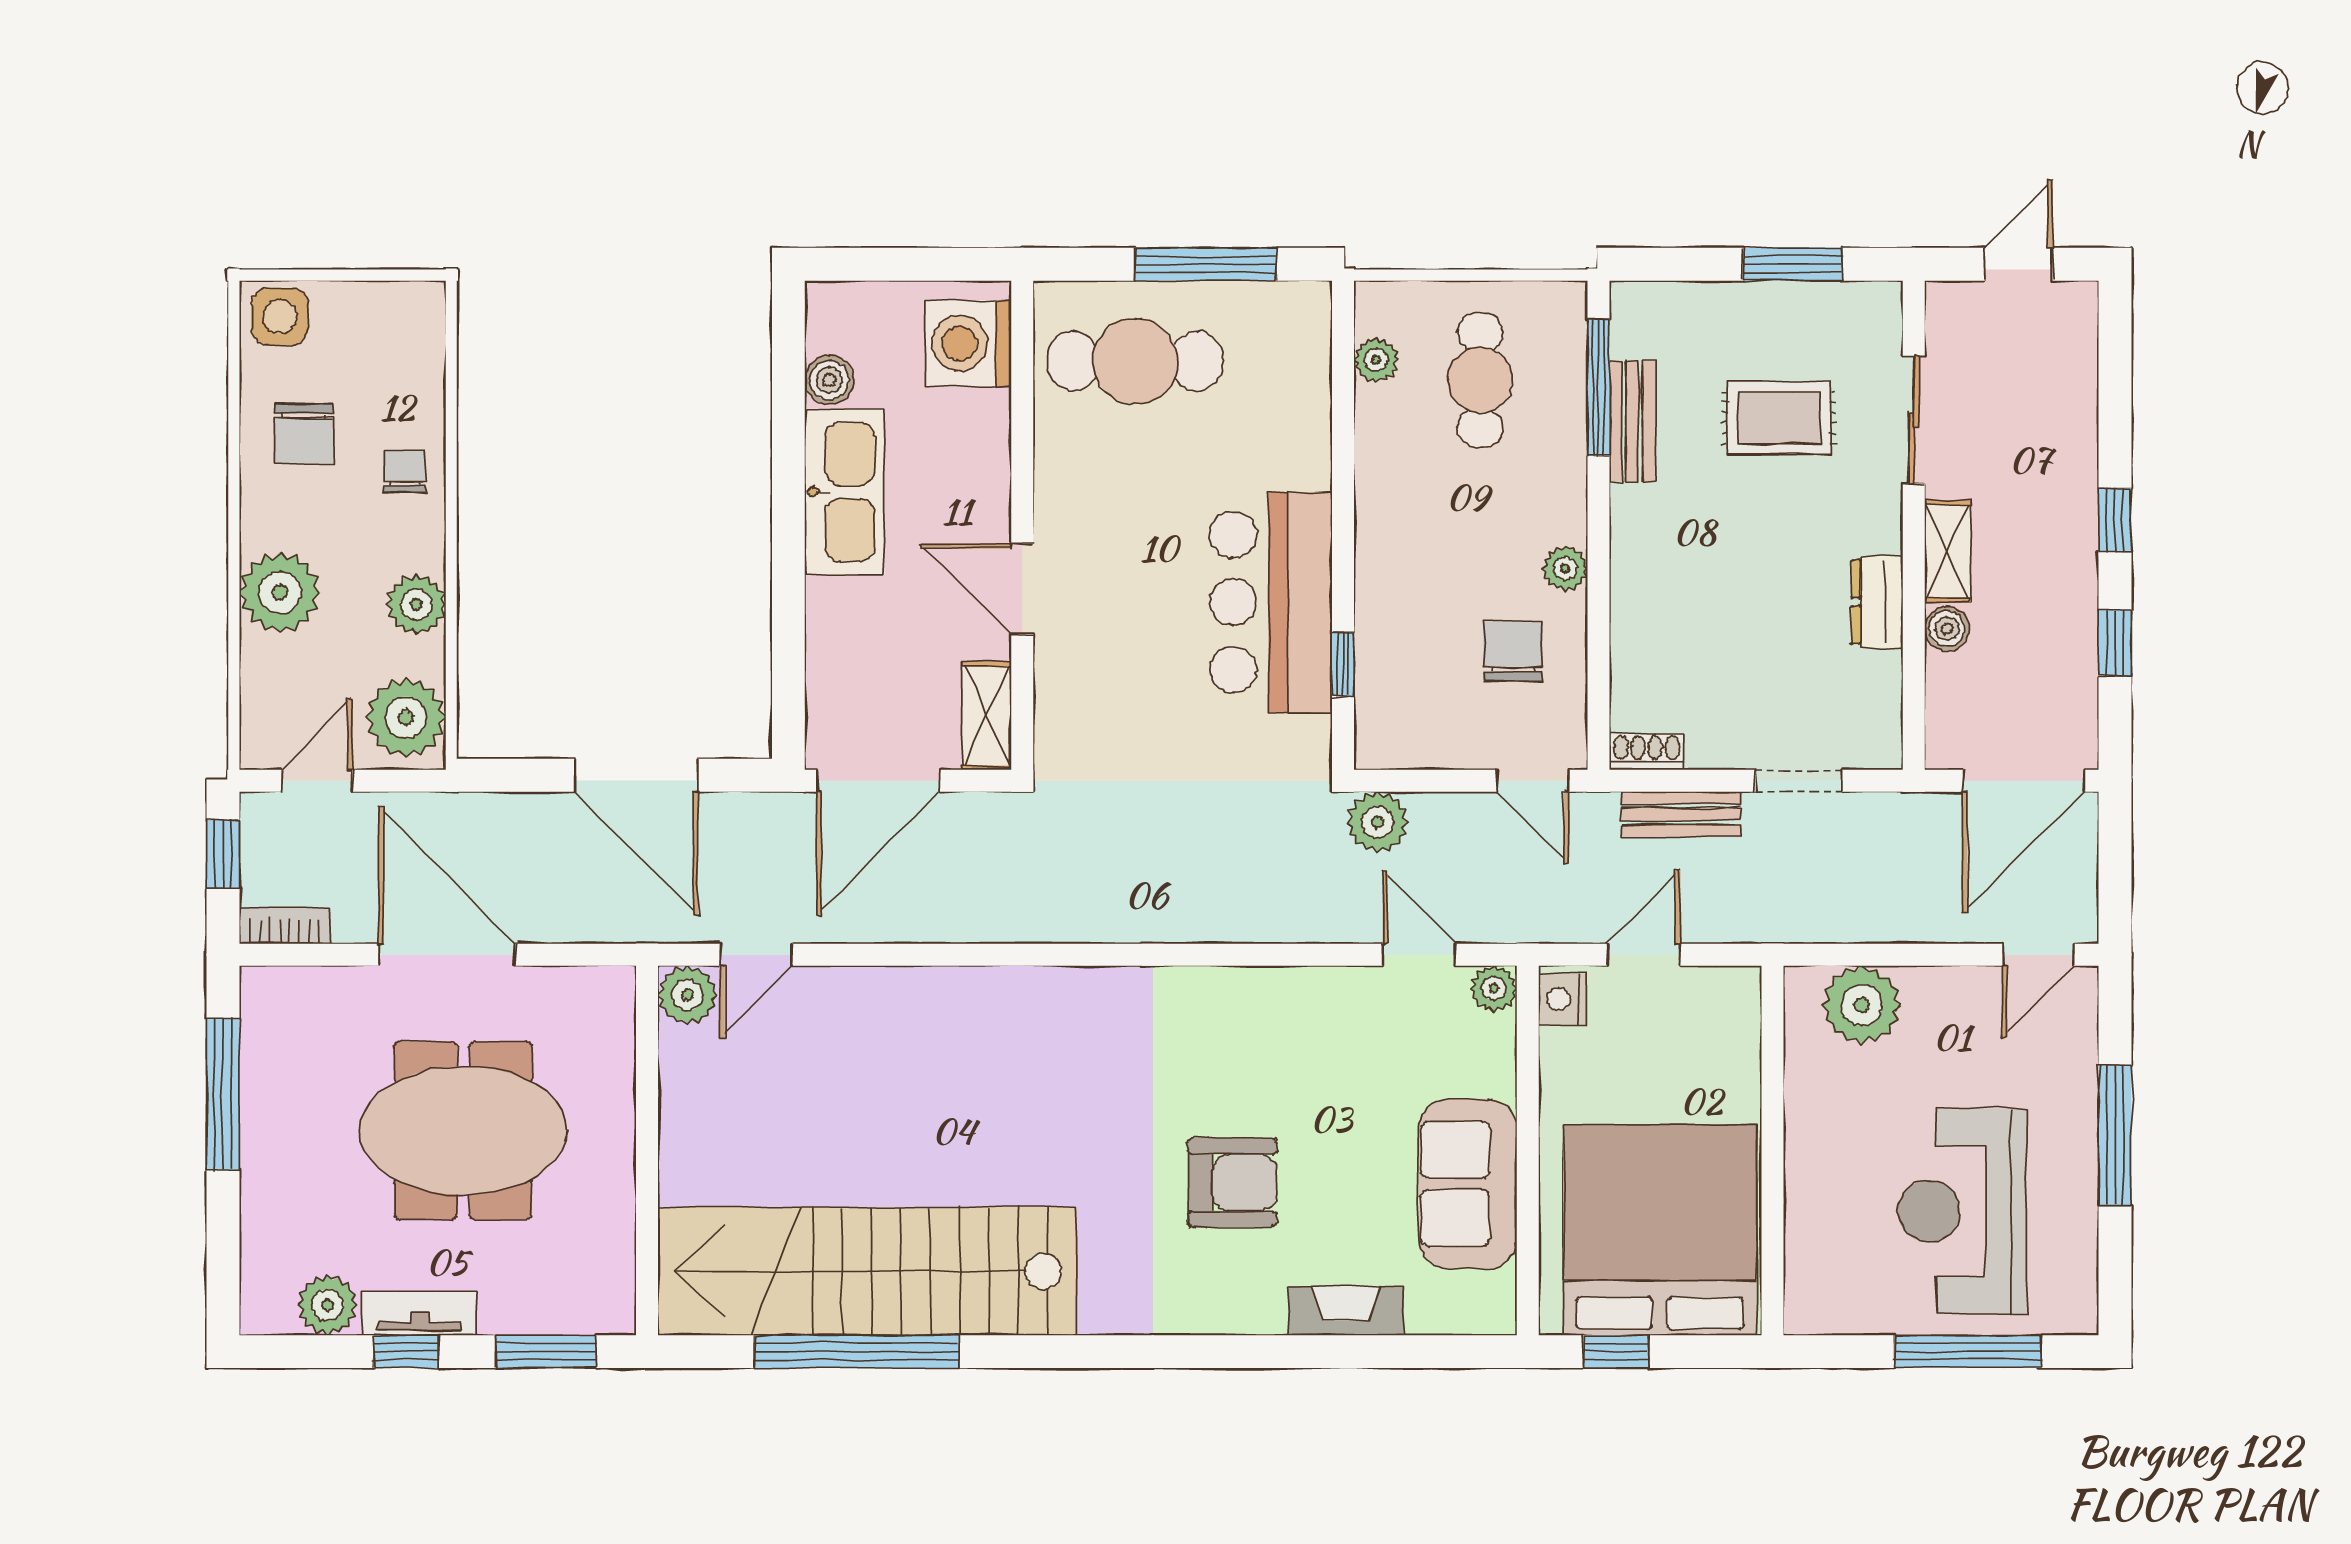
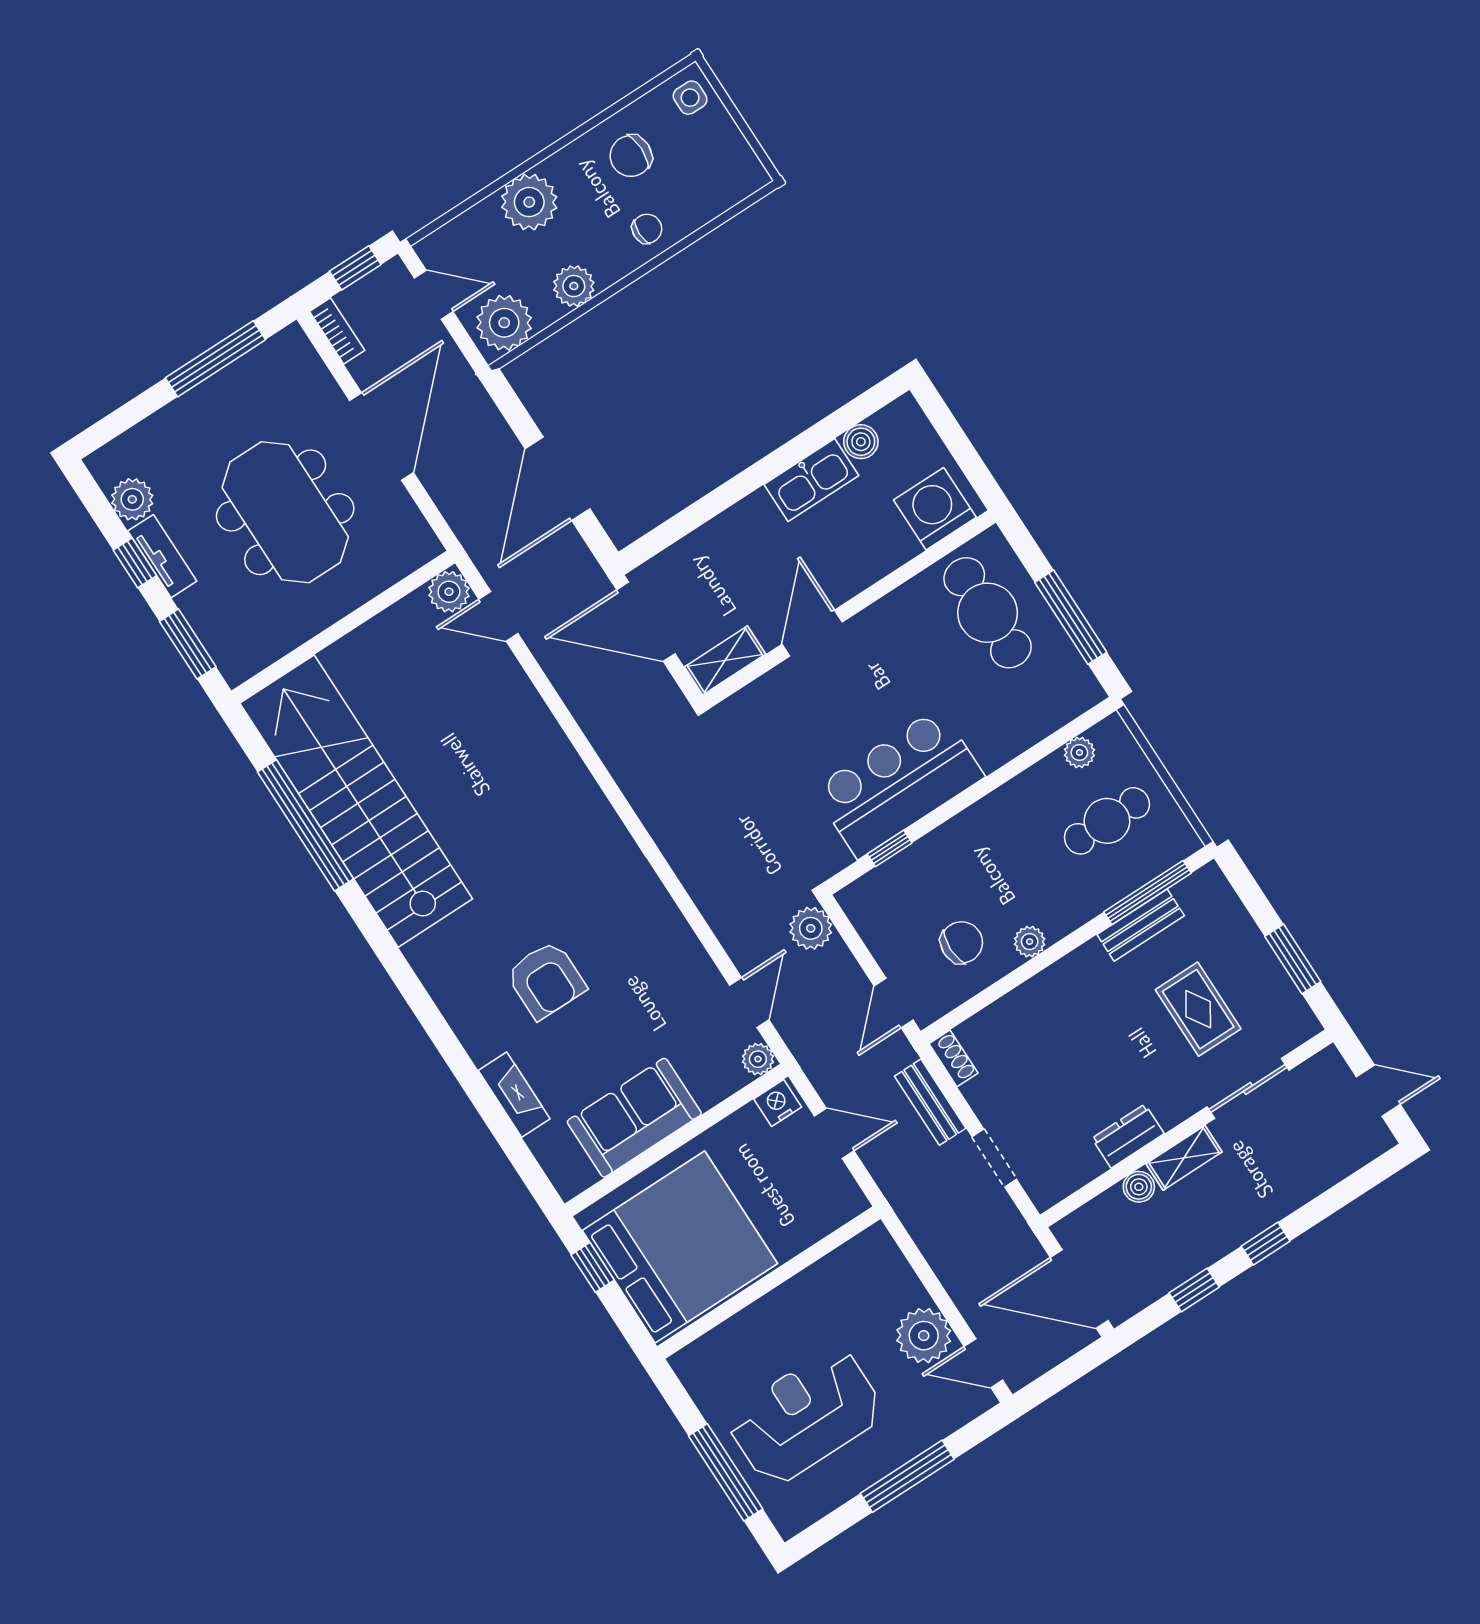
side table: (280, 317) -> (690, 98), width x0.73, depth x0.73
kitchen sink: (844, 492) -> (811, 480), width x0.73, depth x0.81
plant: (1862, 1005) -> (924, 1336), moved

